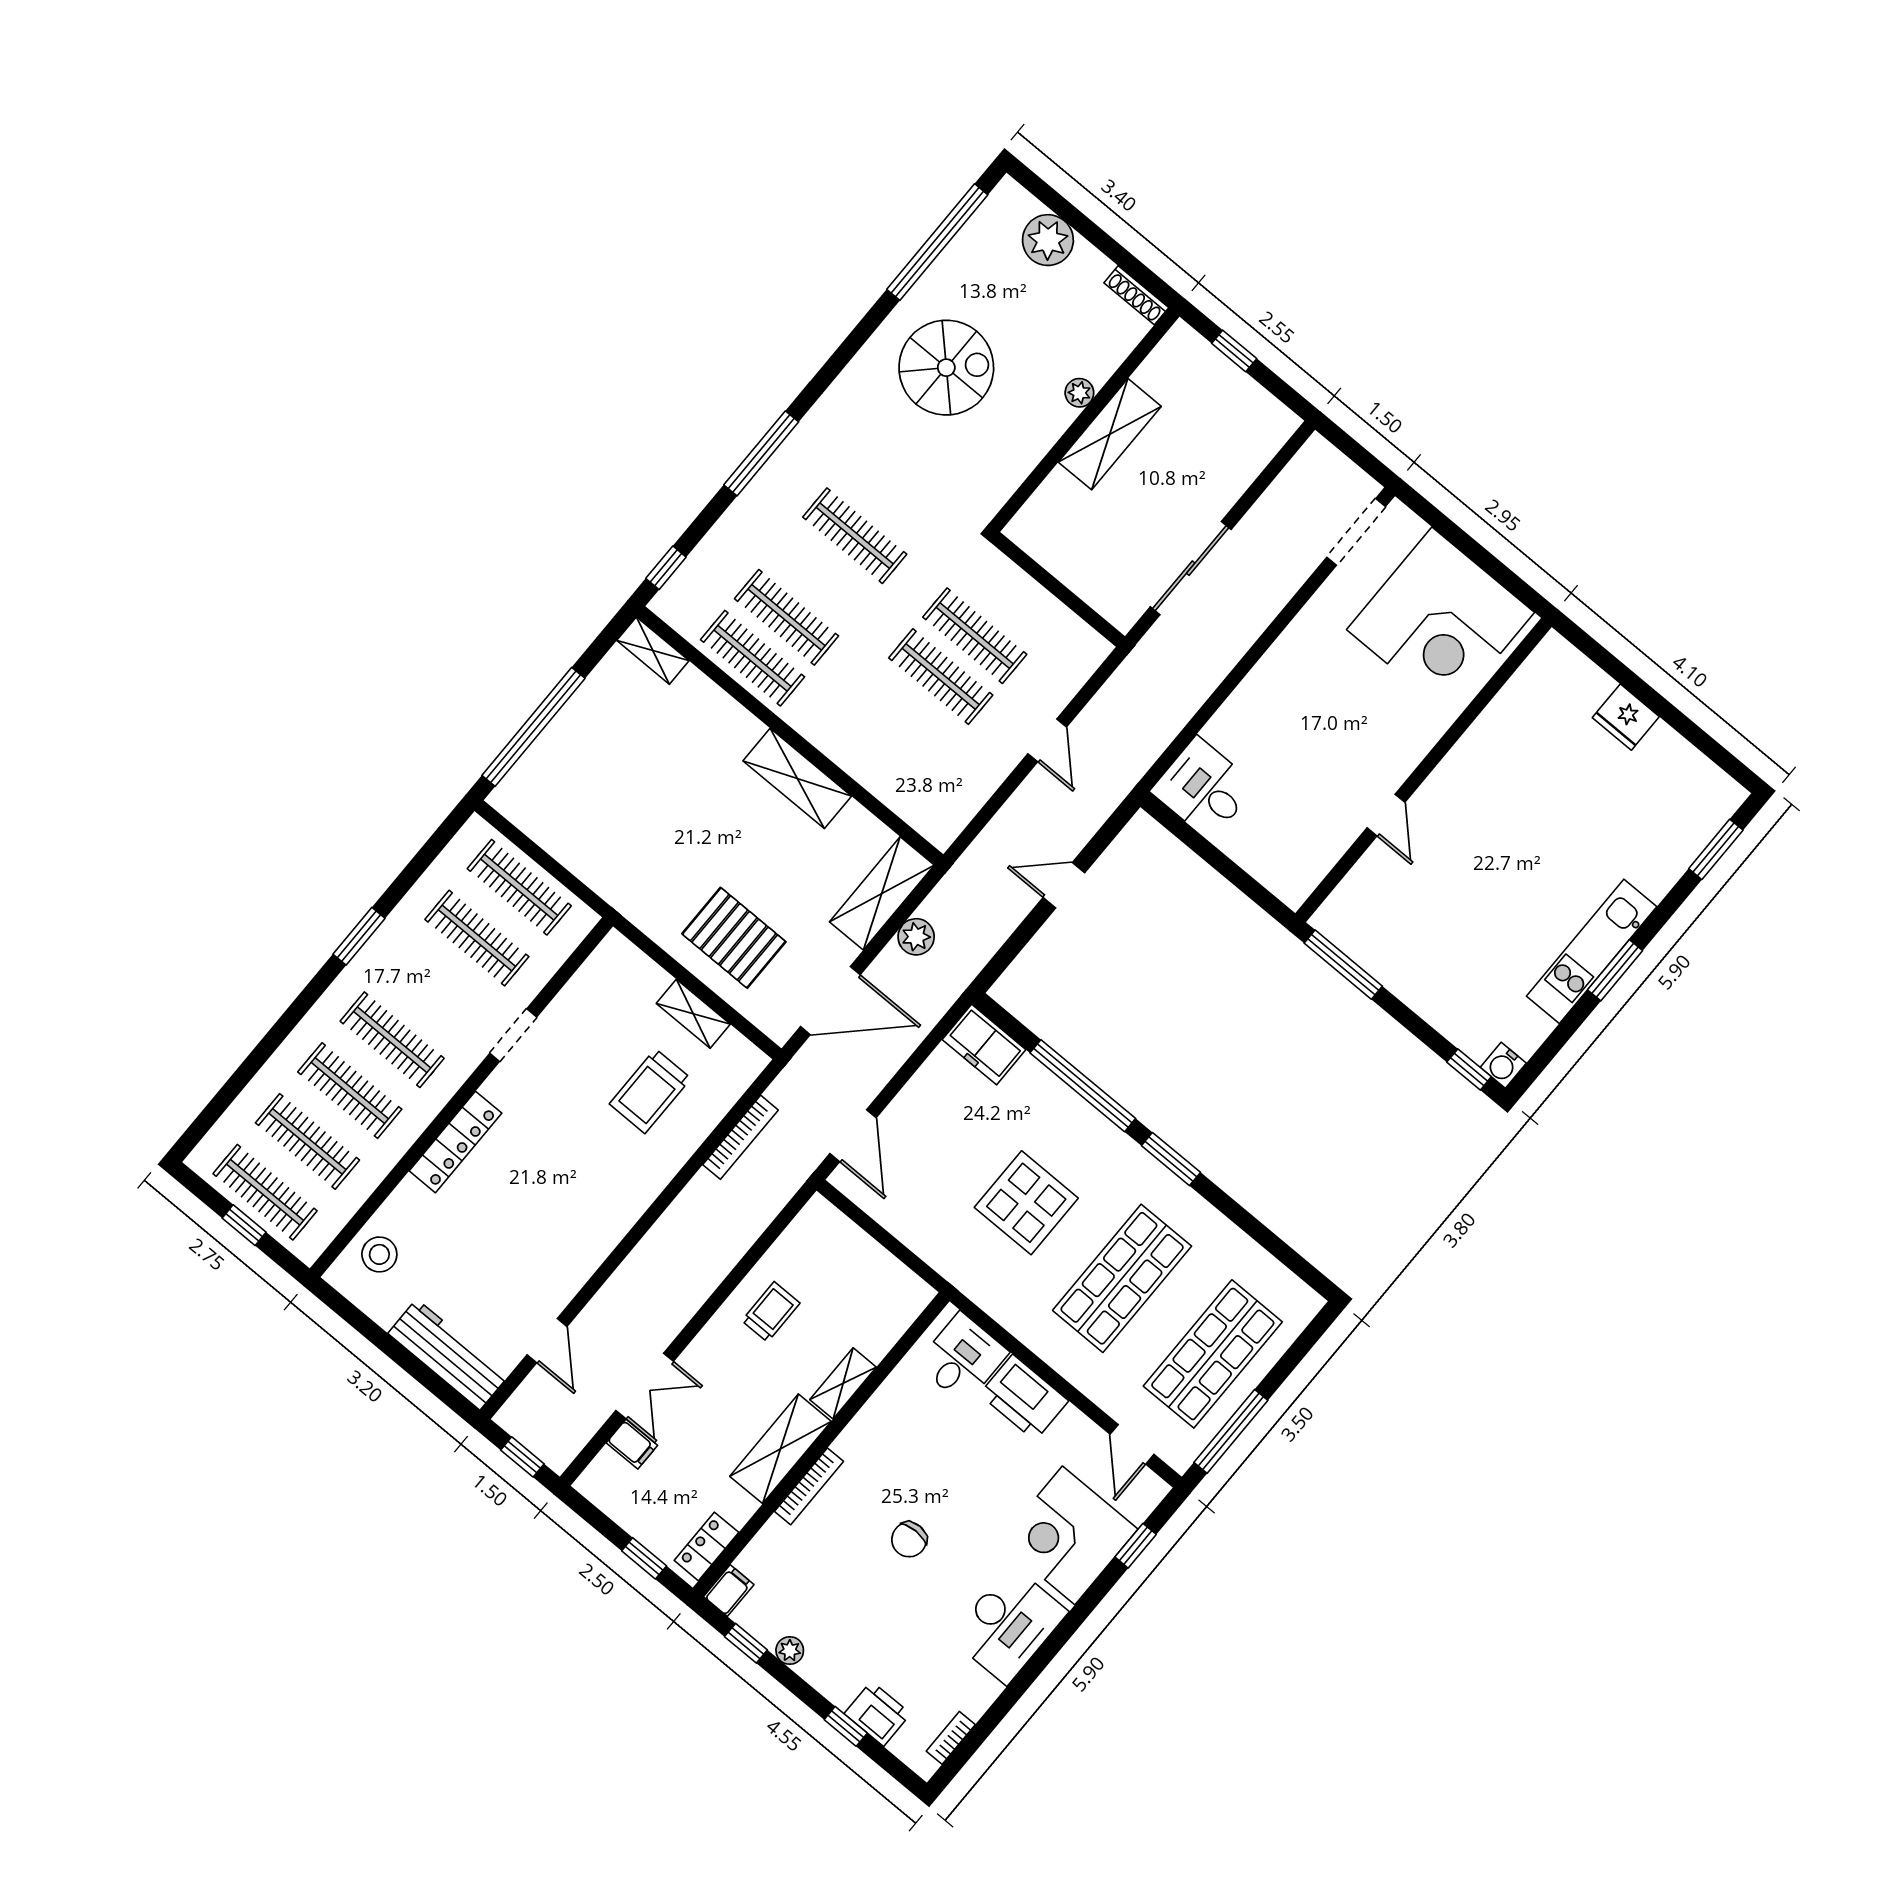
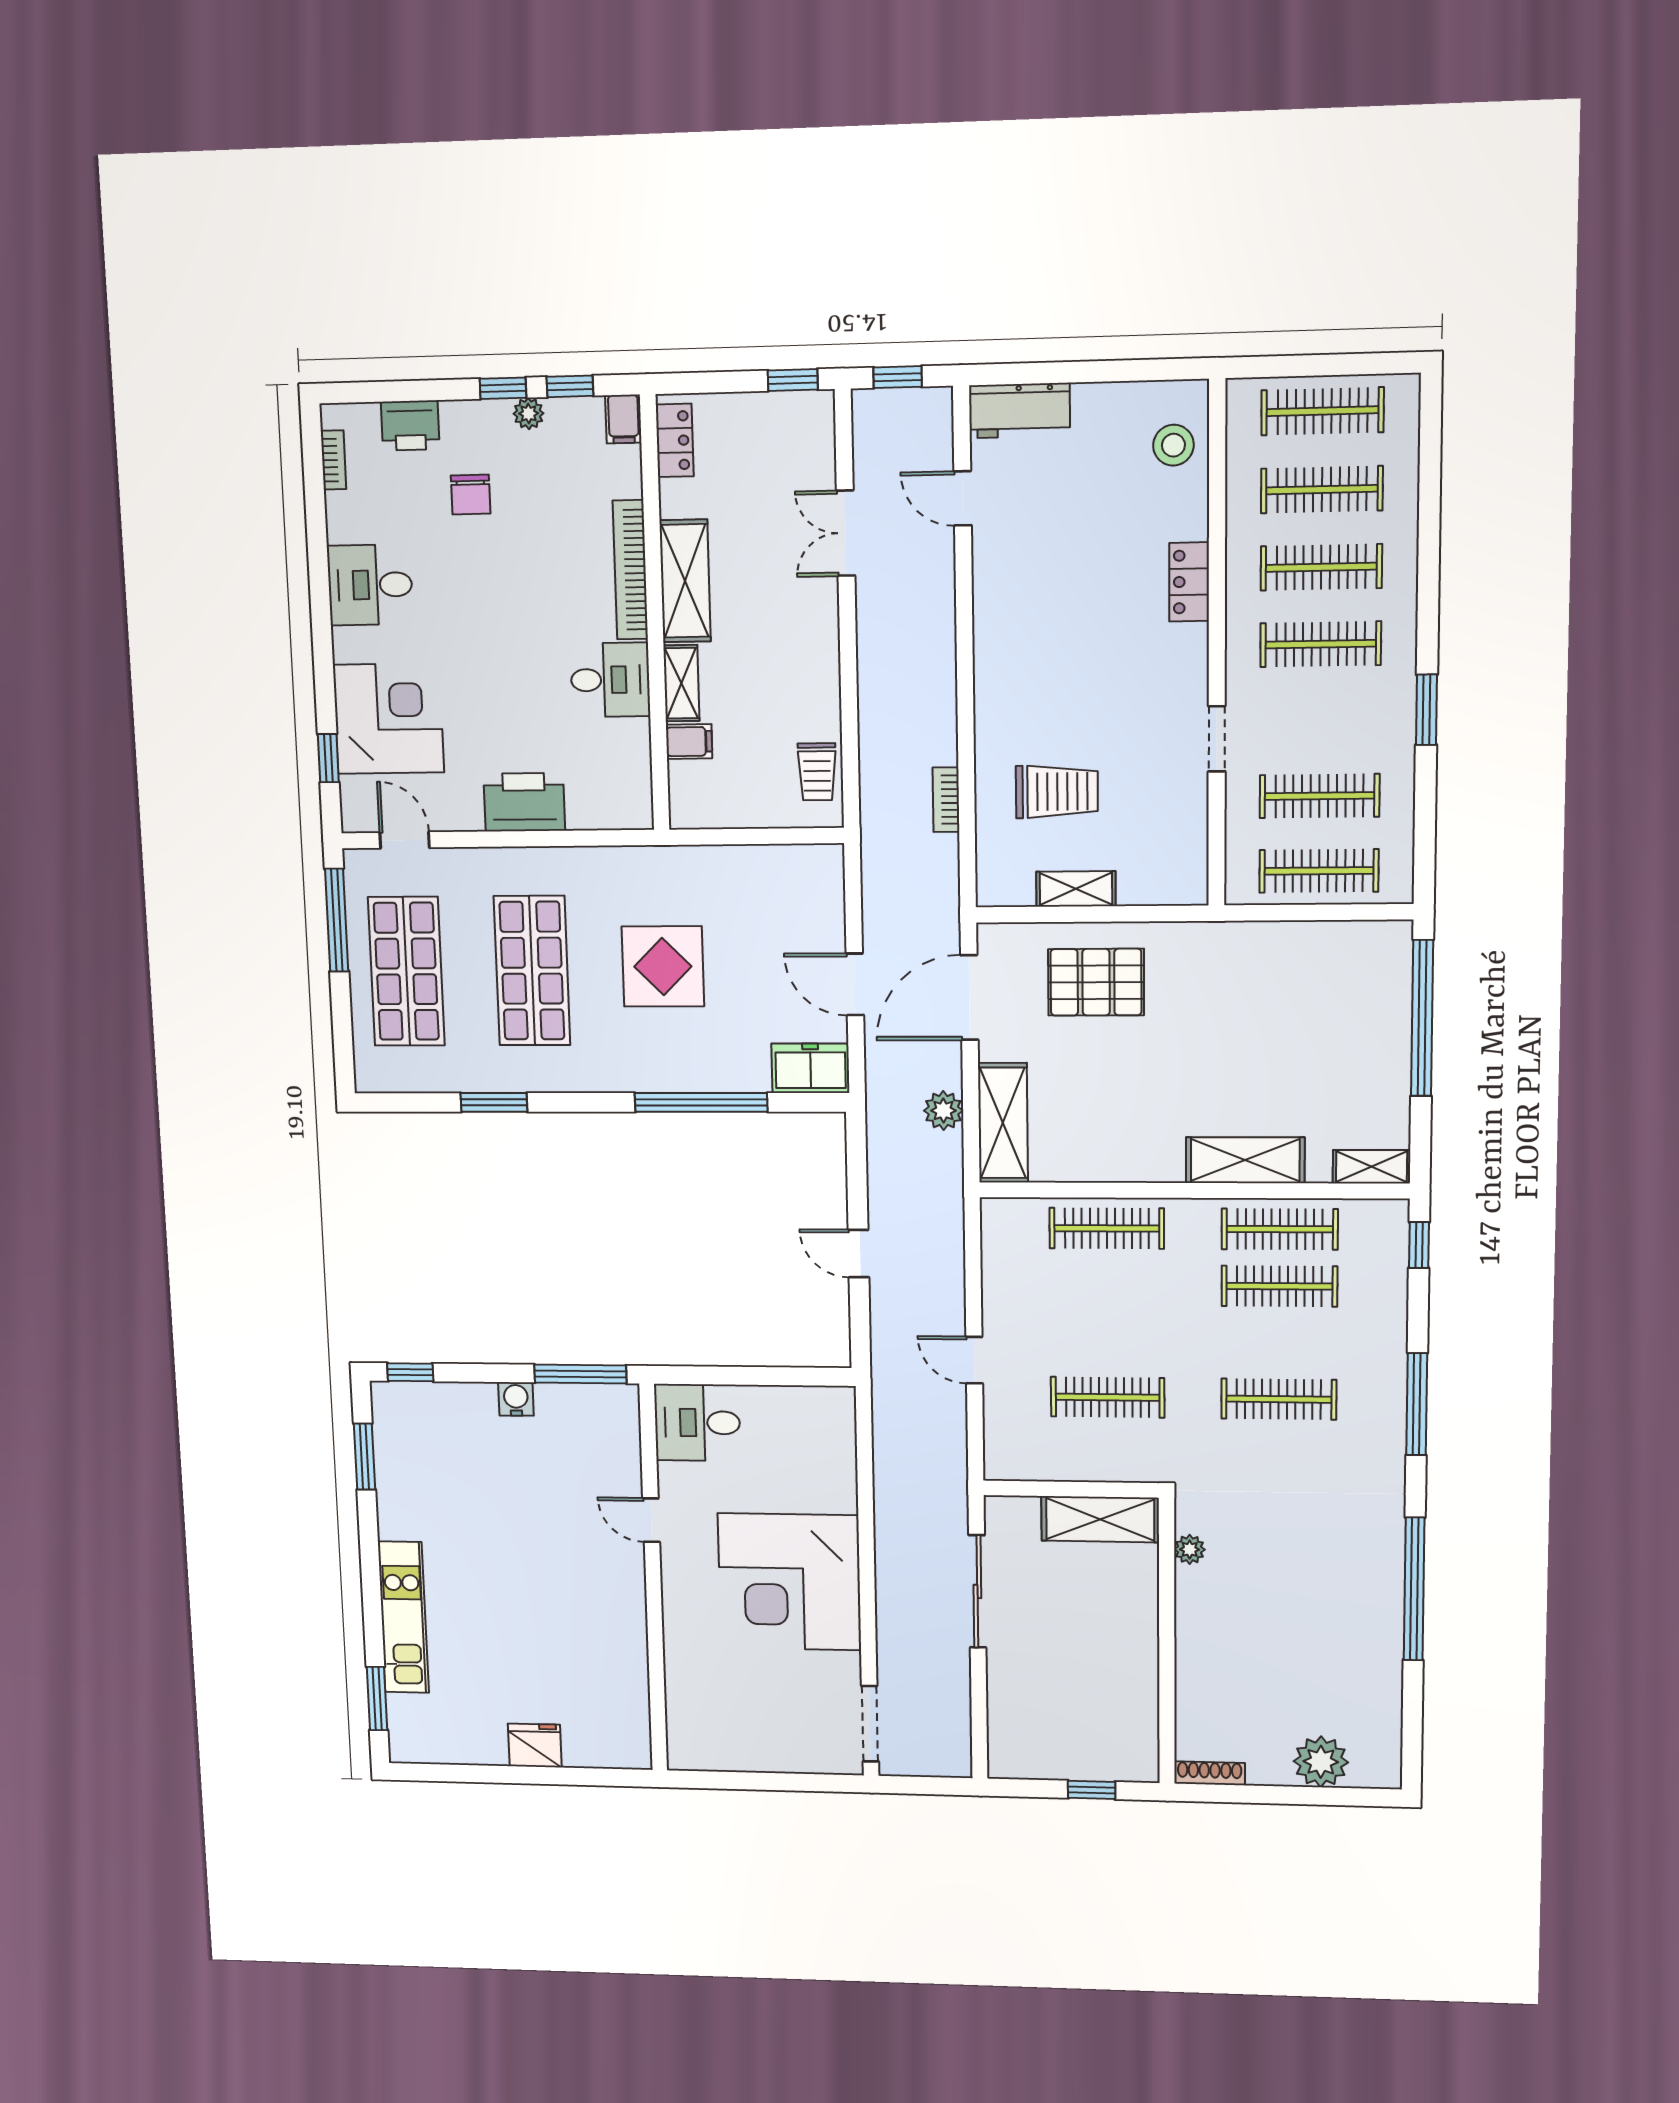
window: (937, 242) -> (1414, 1589), moved
spiral stairs: (946, 368) -> (1318, 1595), removed
plant: (1079, 393) -> (1190, 1549), moved
shelving: (1110, 434) -> (1100, 1519), moved, turned 90
corner desk: (1440, 621) -> (790, 1582), moved, turned -90
clothes rail: (941, 677) -> (1107, 1228), moved
shelving: (797, 778) -> (1245, 1160), moved
desk: (1204, 788) -> (697, 1423), moved, turned 180
door: (1064, 885) -> (859, 1254), swing flipped
kitchen unit: (1592, 951) -> (403, 1617), moved
window: (1615, 970) -> (364, 1457), moved
water cooler: (1503, 1065) -> (516, 1399), moved
trolley: (650, 1091) -> (1057, 792), turned 90
door: (853, 1136) -> (855, 984), moved
bookcase: (741, 1137) -> (946, 800), width x0.64
locker: (455, 1142) -> (1189, 582), width x0.66
window: (1171, 1159) -> (494, 1102), moved
window: (244, 1225) -> (1317, 365), removed
trolley: (771, 1312) -> (817, 772), moved
workbench: (448, 1354) -> (1019, 411), width x0.73
desk: (962, 1358) -> (610, 680), moved, turned -90
filing cabinet: (632, 1444) -> (689, 742), moved, turned 180
bookcase: (809, 1486) -> (630, 570), width x1.48, depth x1.31
chair: (909, 1540) -> (471, 495), moved, turned 180
window: (644, 1558) -> (793, 380), moved
desk: (1009, 1625) -> (370, 585), width x0.73
window: (846, 1726) -> (503, 388), moved

